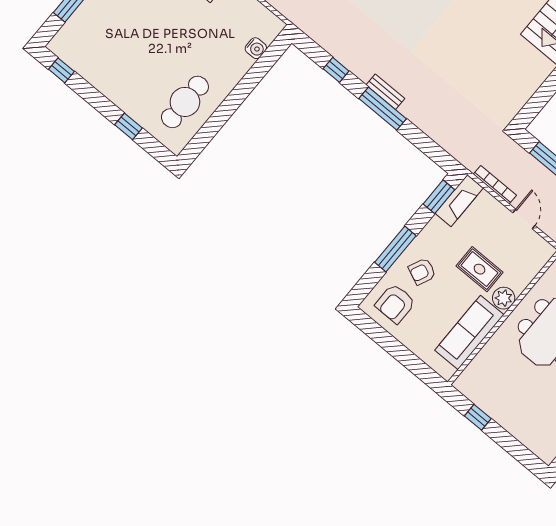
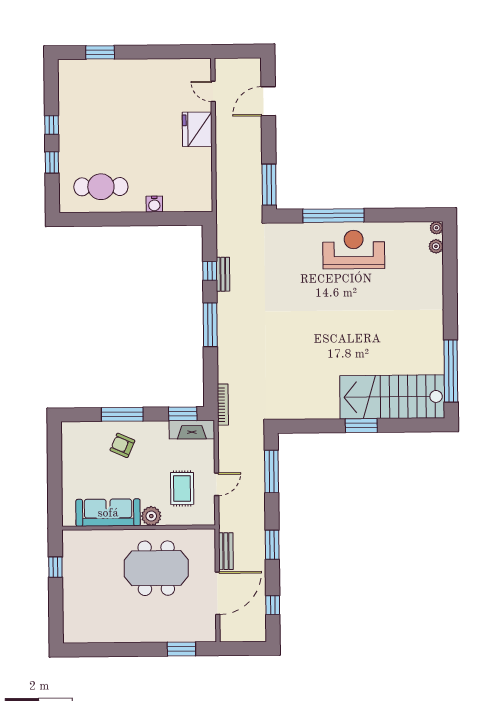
water cooler: (256, 48) -> (154, 204), moved
window: (61, 70) -> (52, 125), moved
bench: (385, 92) -> (223, 274), moved
bookcase: (495, 185) -> (223, 405), moved
rug: (480, 269) -> (182, 488), moved
armchair: (395, 304) -> (85, 446), removed

